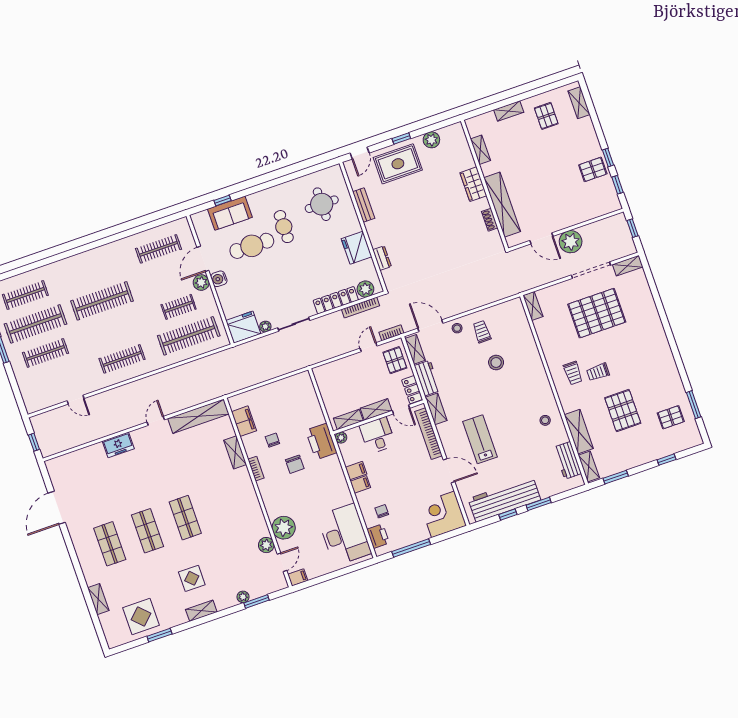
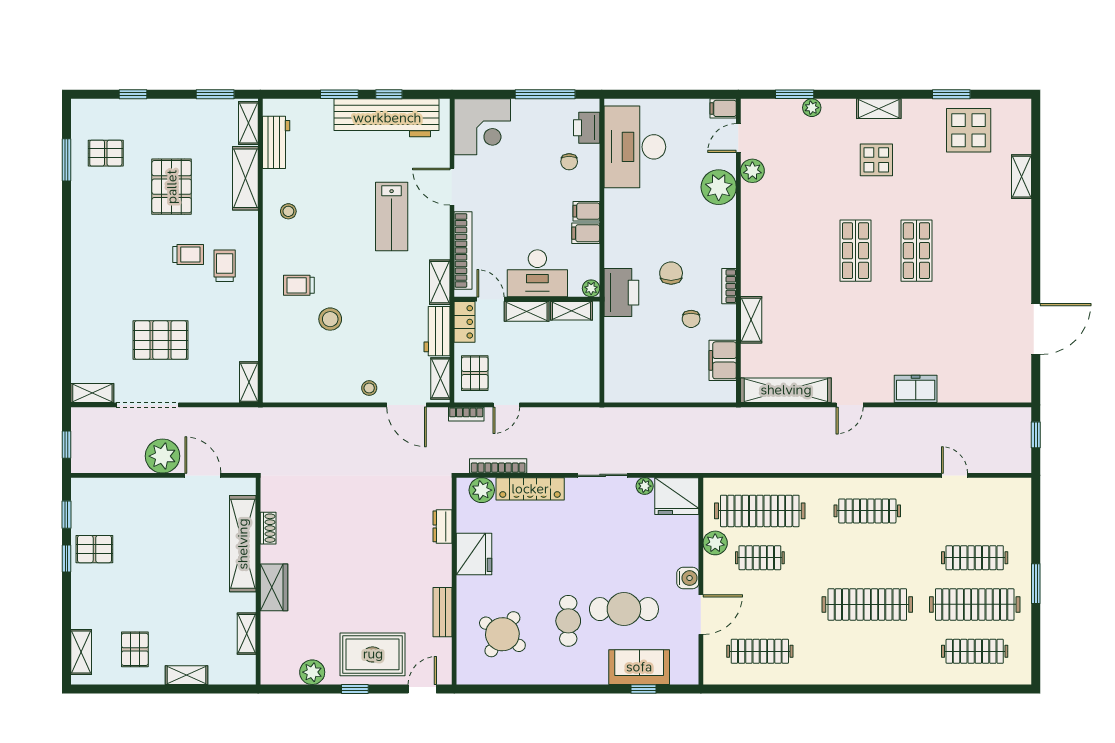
round table: (322, 204) -> (502, 634), turned 34
plant: (201, 283) -> (715, 543), moved
pallet: (597, 313) -> (161, 340), width x0.73, depth x0.71
trolley: (482, 332) -> (299, 285), moved, turned 90
desk: (377, 435) -> (537, 273), width x1.37
shop shelf: (110, 544) -> (977, 251), removed

